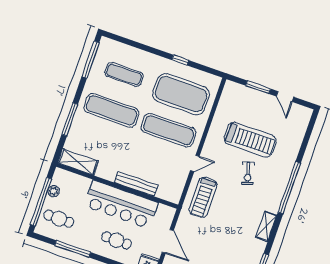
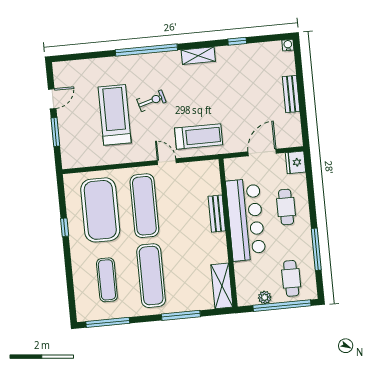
bench: (136, 184) -> (217, 214), width x0.73

